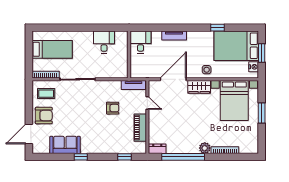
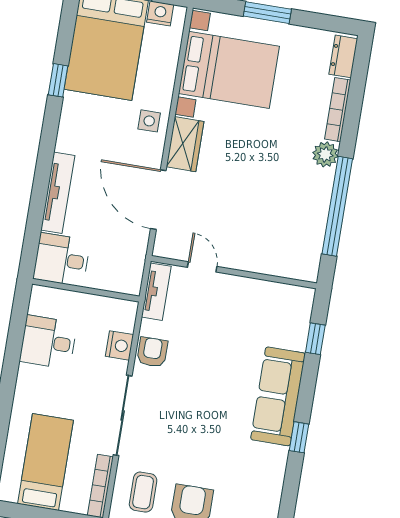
tv unit: (174, 35) -> (58, 193), width x1.41
nightstand: (108, 73) -> (119, 345), added
door: (147, 103) -> (202, 267), hinge flipped
armchair: (113, 108) -> (152, 352), moved
piano: (140, 128) -> (255, 292), removed
sofa: (65, 145) -> (278, 396), moved, width x1.36
dresser: (157, 149) -> (343, 56), moved

